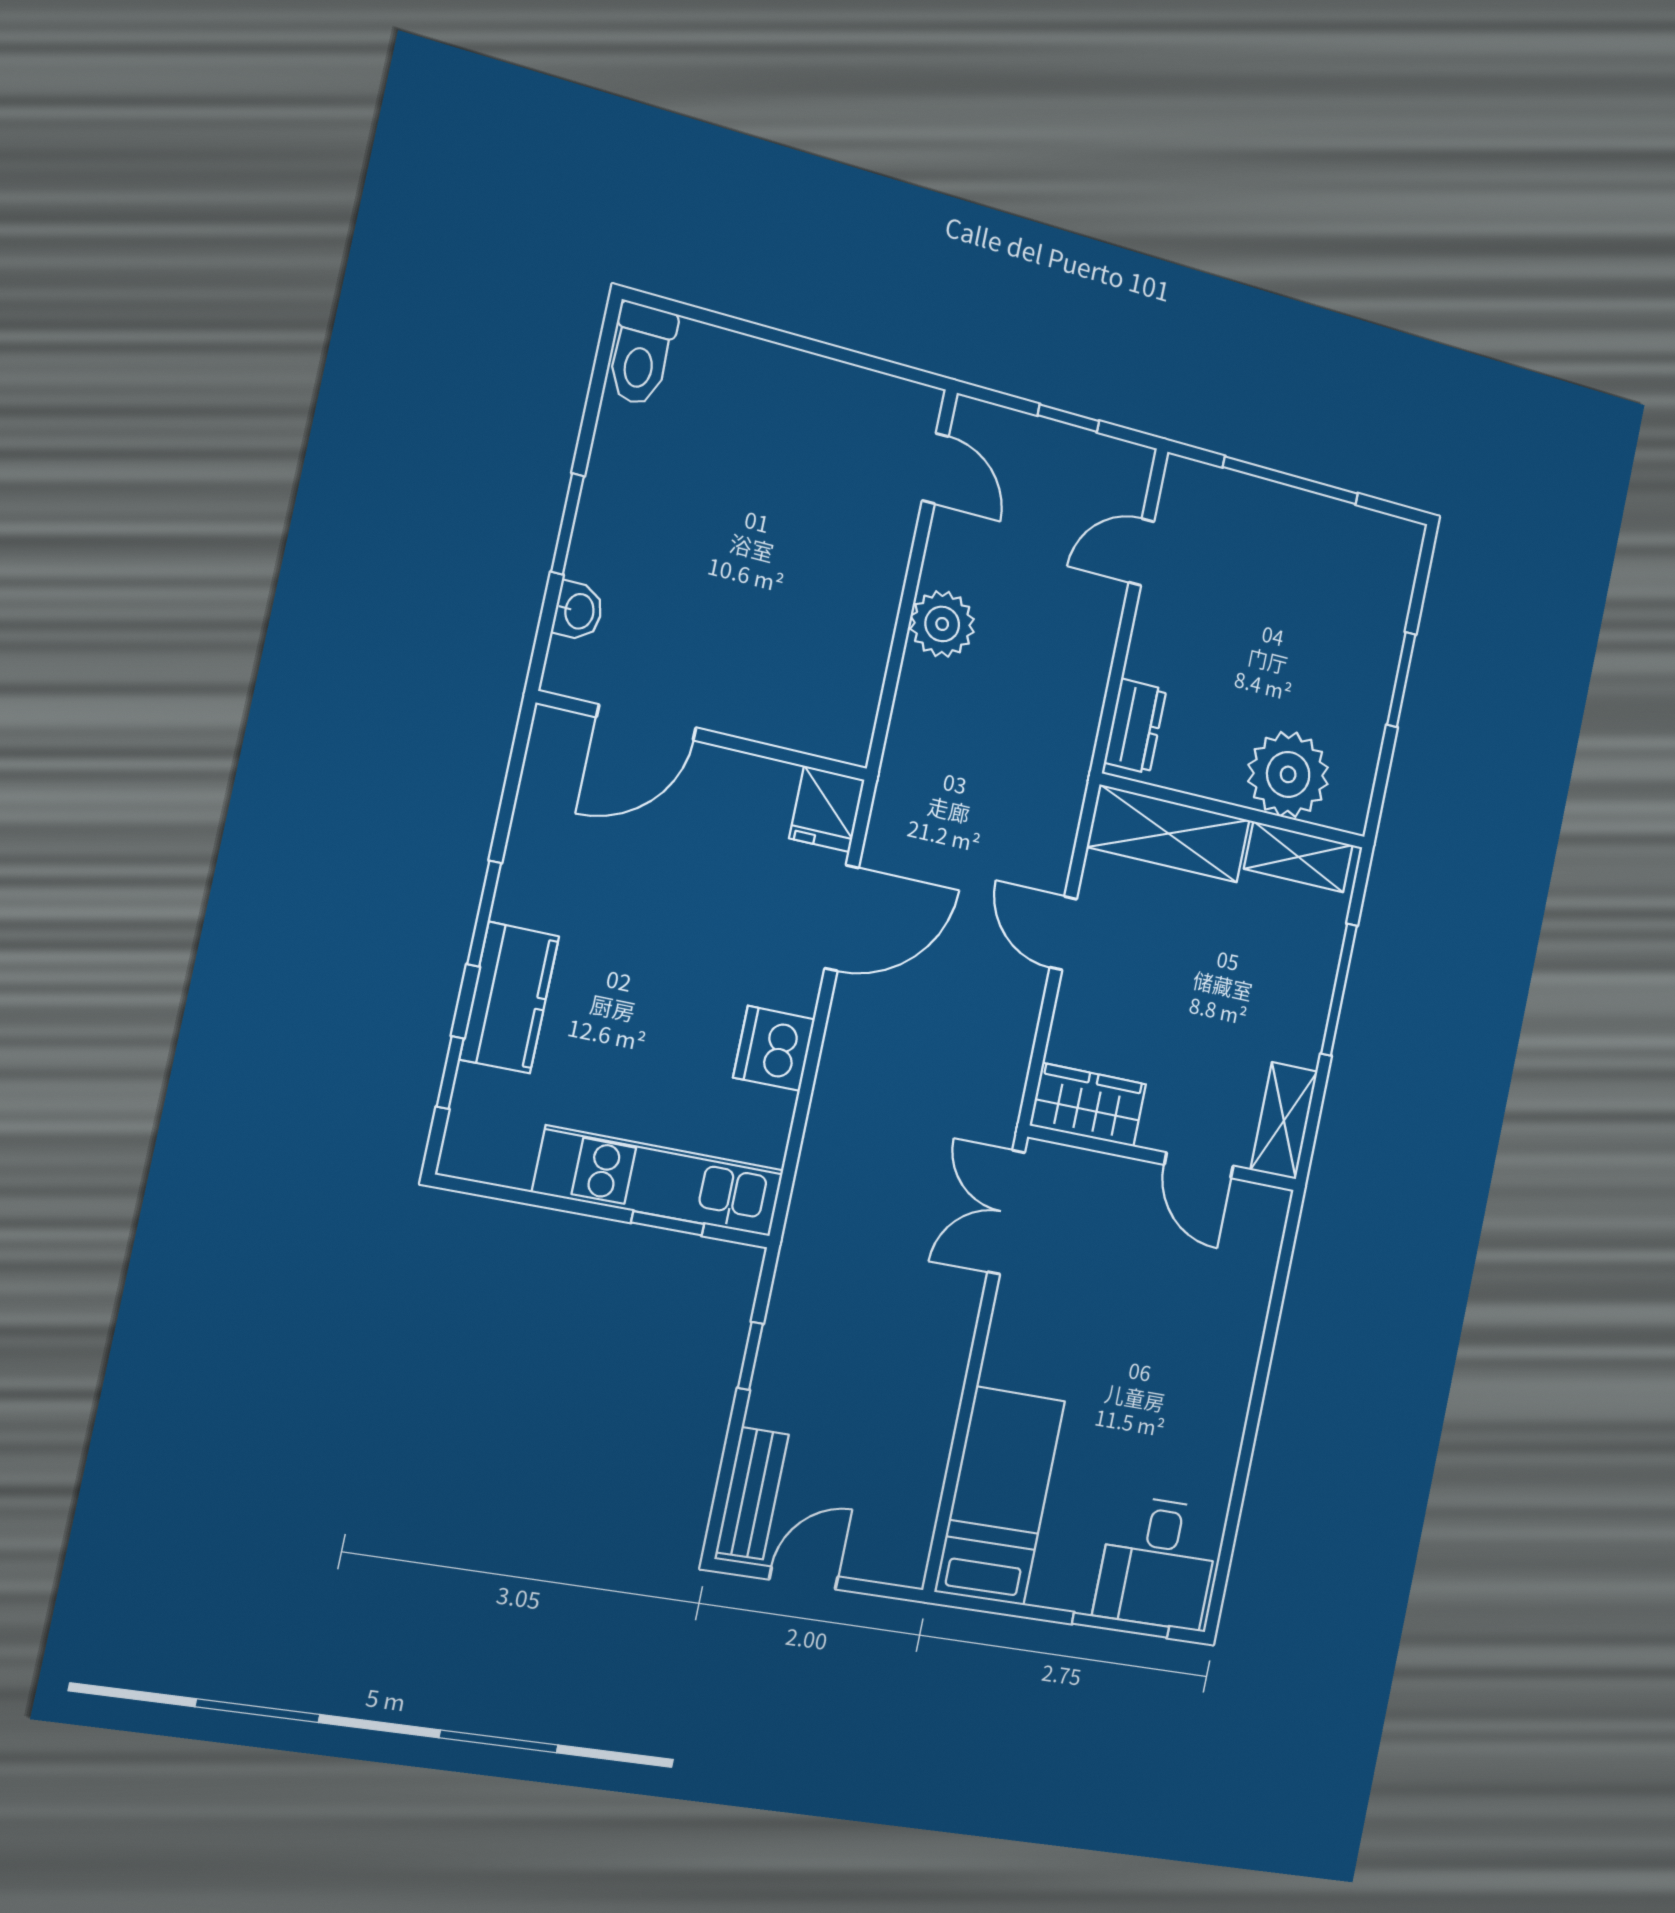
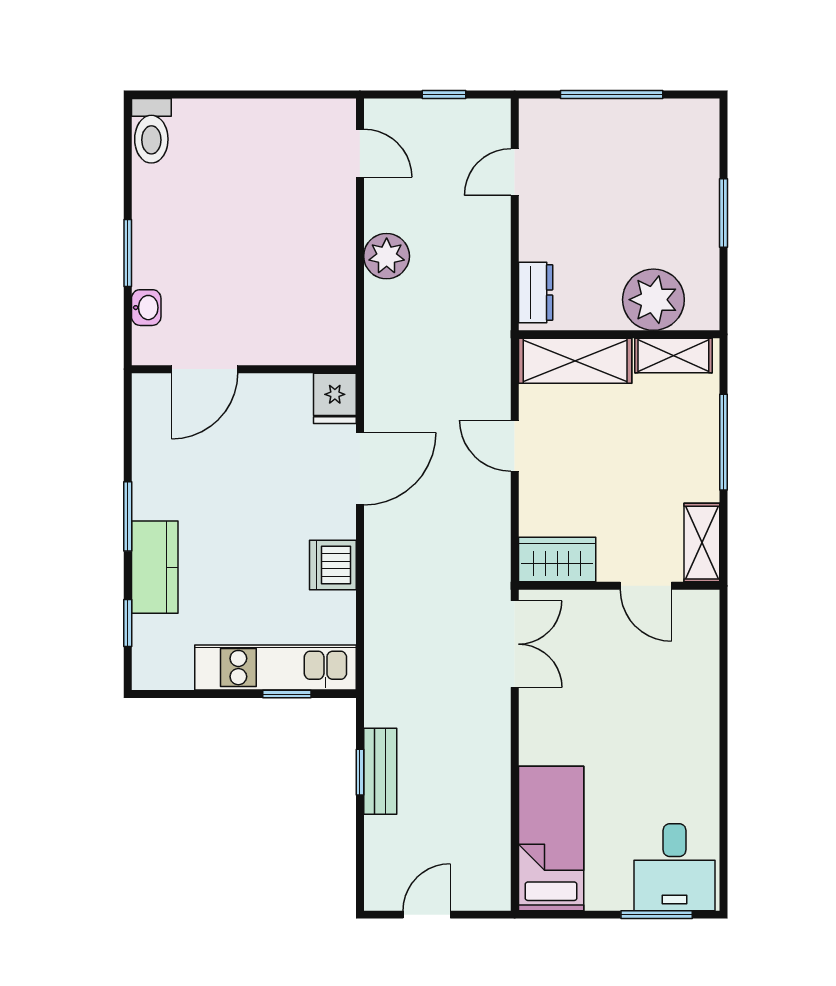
double door: (1006, 1212) -> (515, 644), swing flipped
bench: (752, 1493) -> (380, 771), moved

